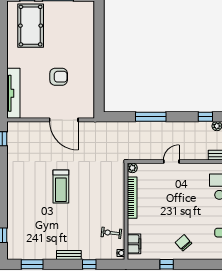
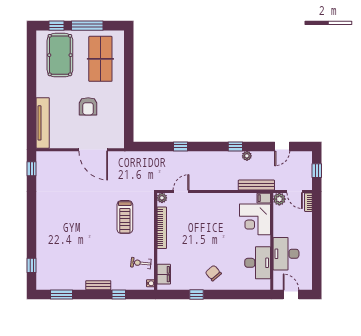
table tennis table: (71, 29) -> (100, 59), added
armchair: (59, 77) -> (88, 106), turned 90
window: (151, 117) -> (181, 146), width x0.46
door: (171, 162) -> (181, 191), moved
treadmill: (61, 186) -> (125, 217), moved

